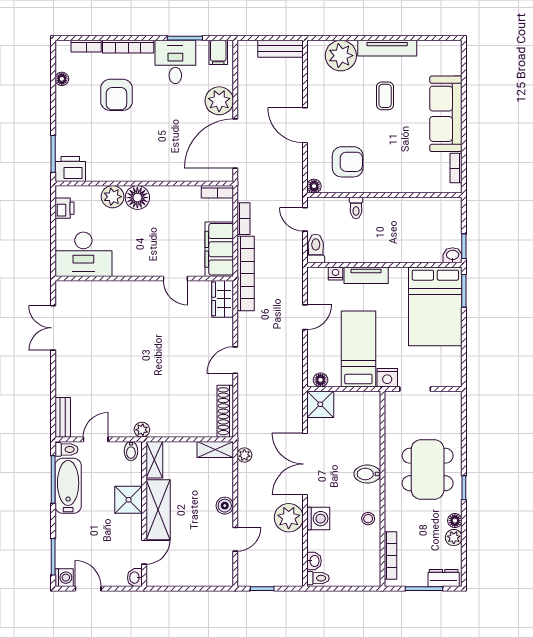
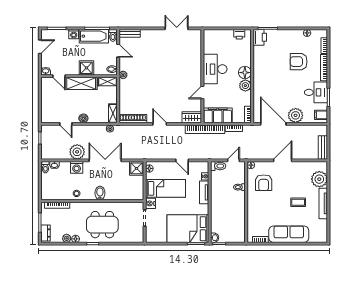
plant: (113, 197) -> (245, 86), moved
desk: (83, 254) -> (215, 69), moved
washing machine: (64, 578) -> (74, 34), moved

